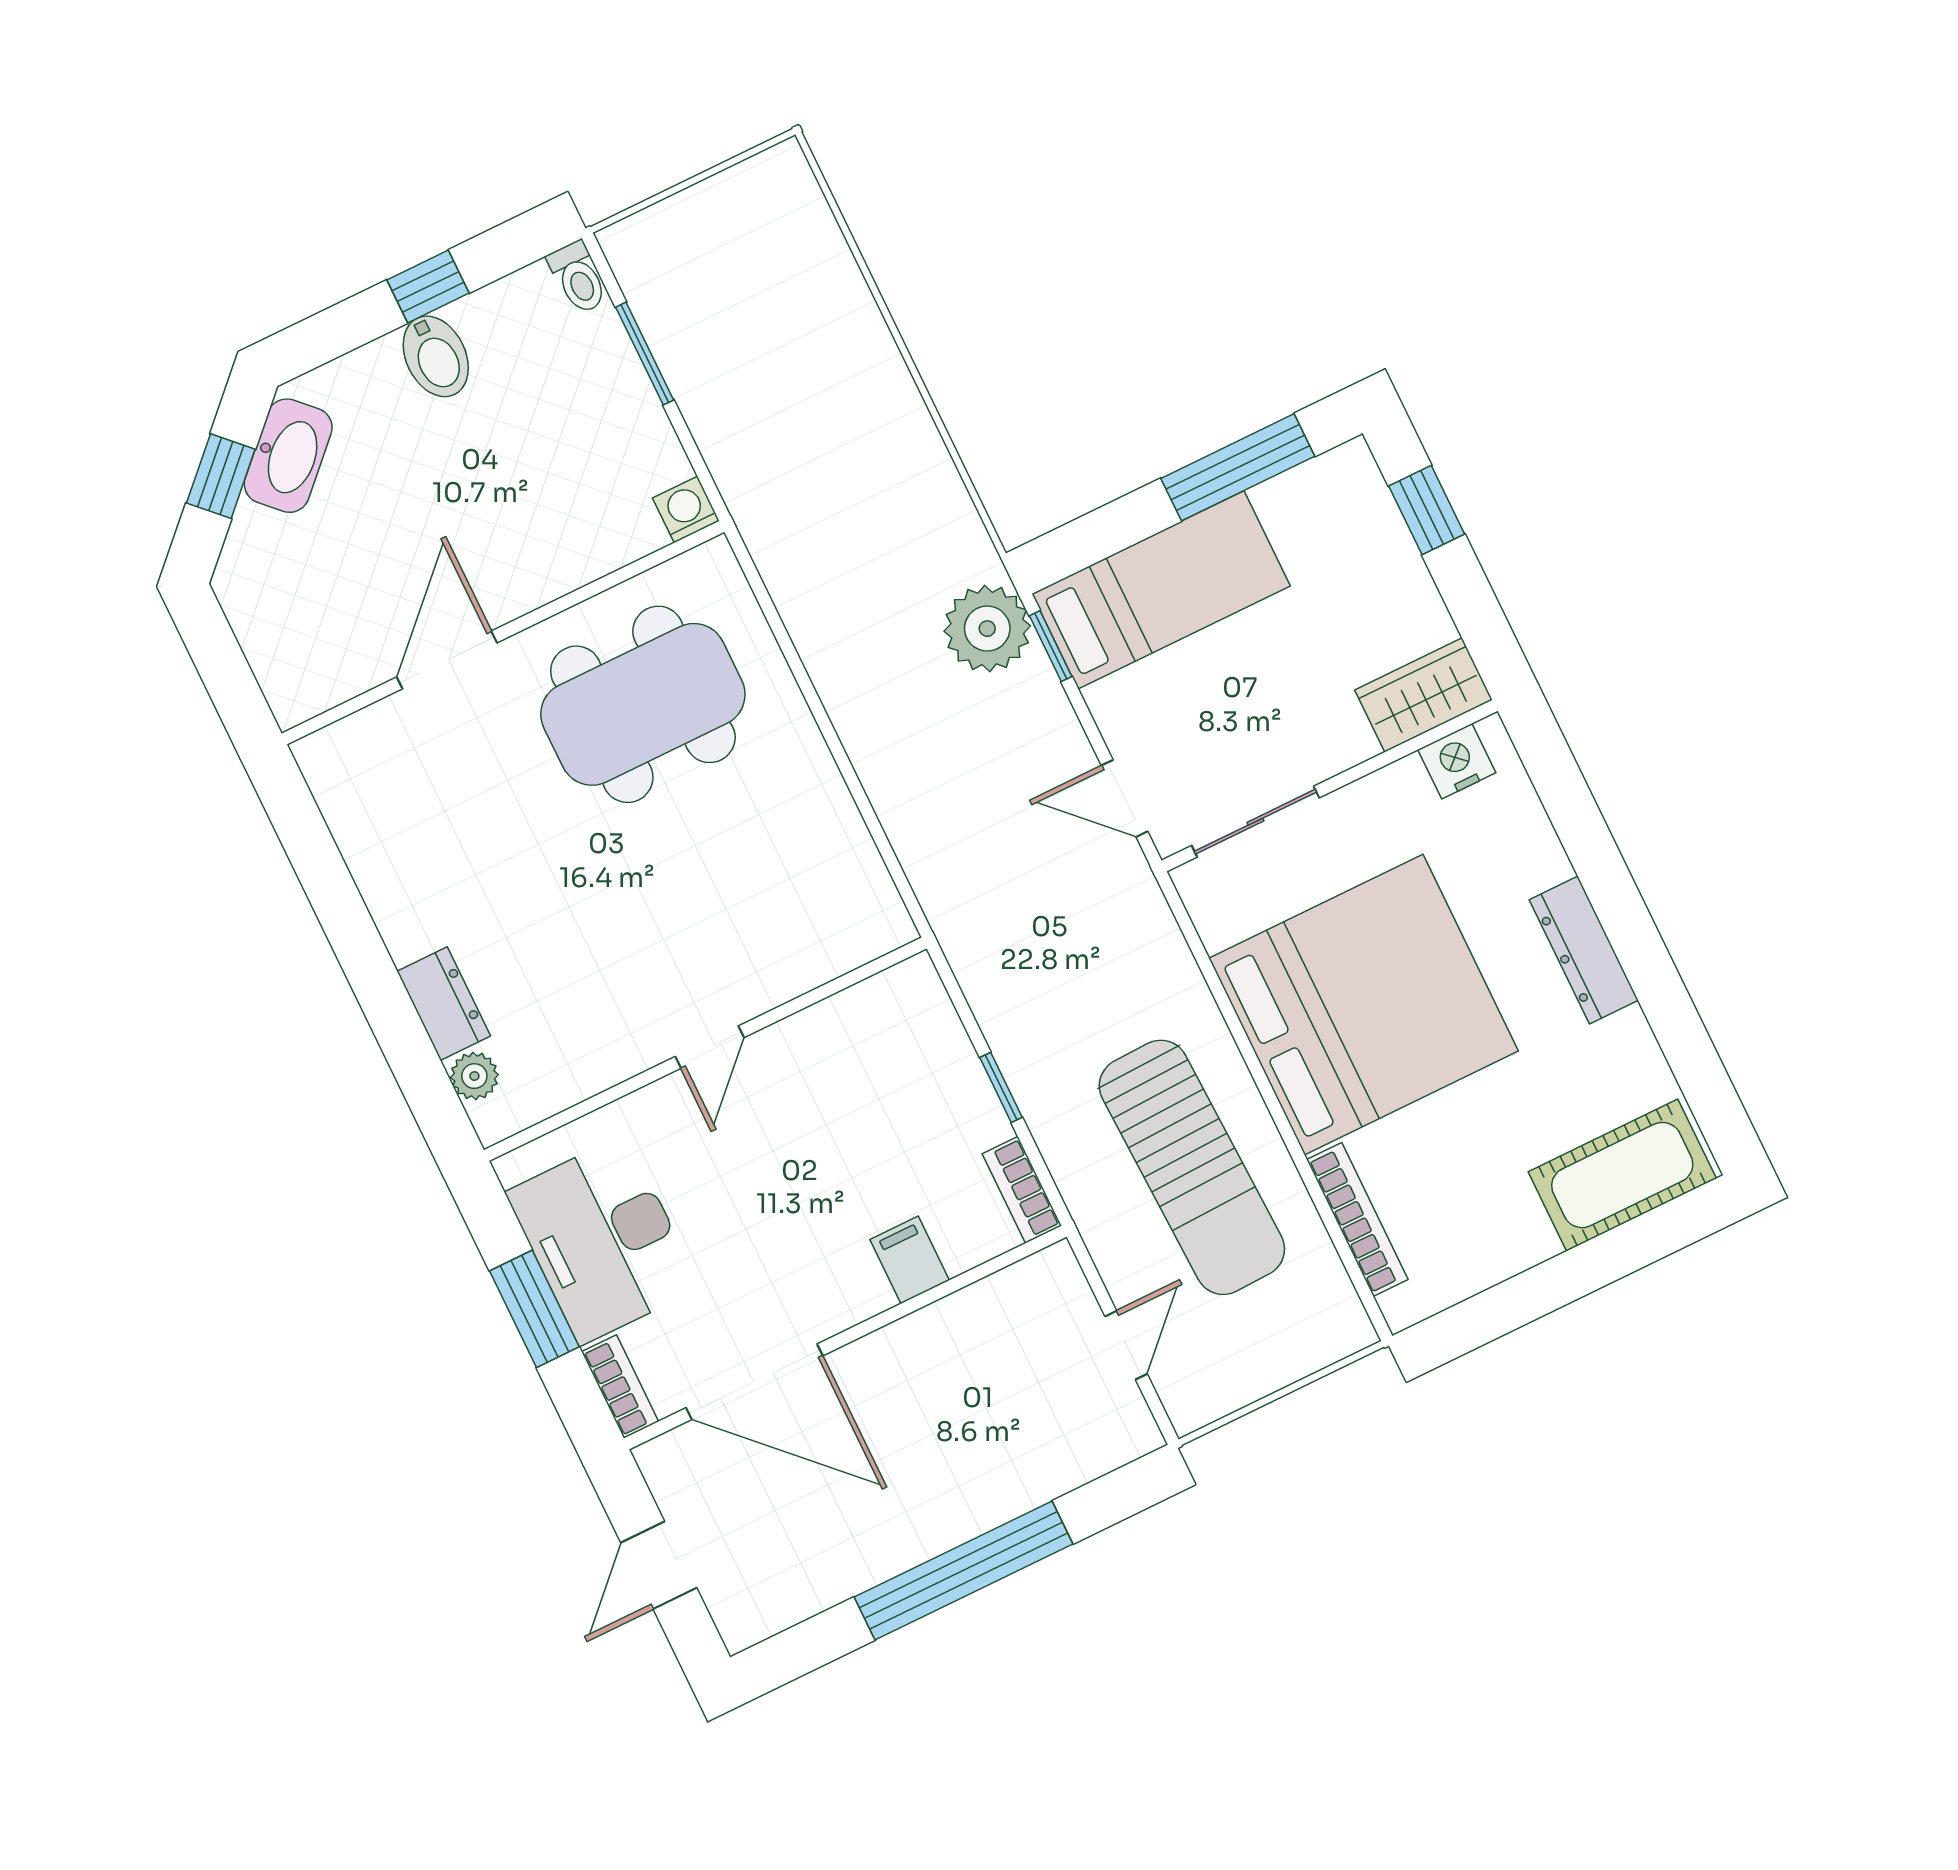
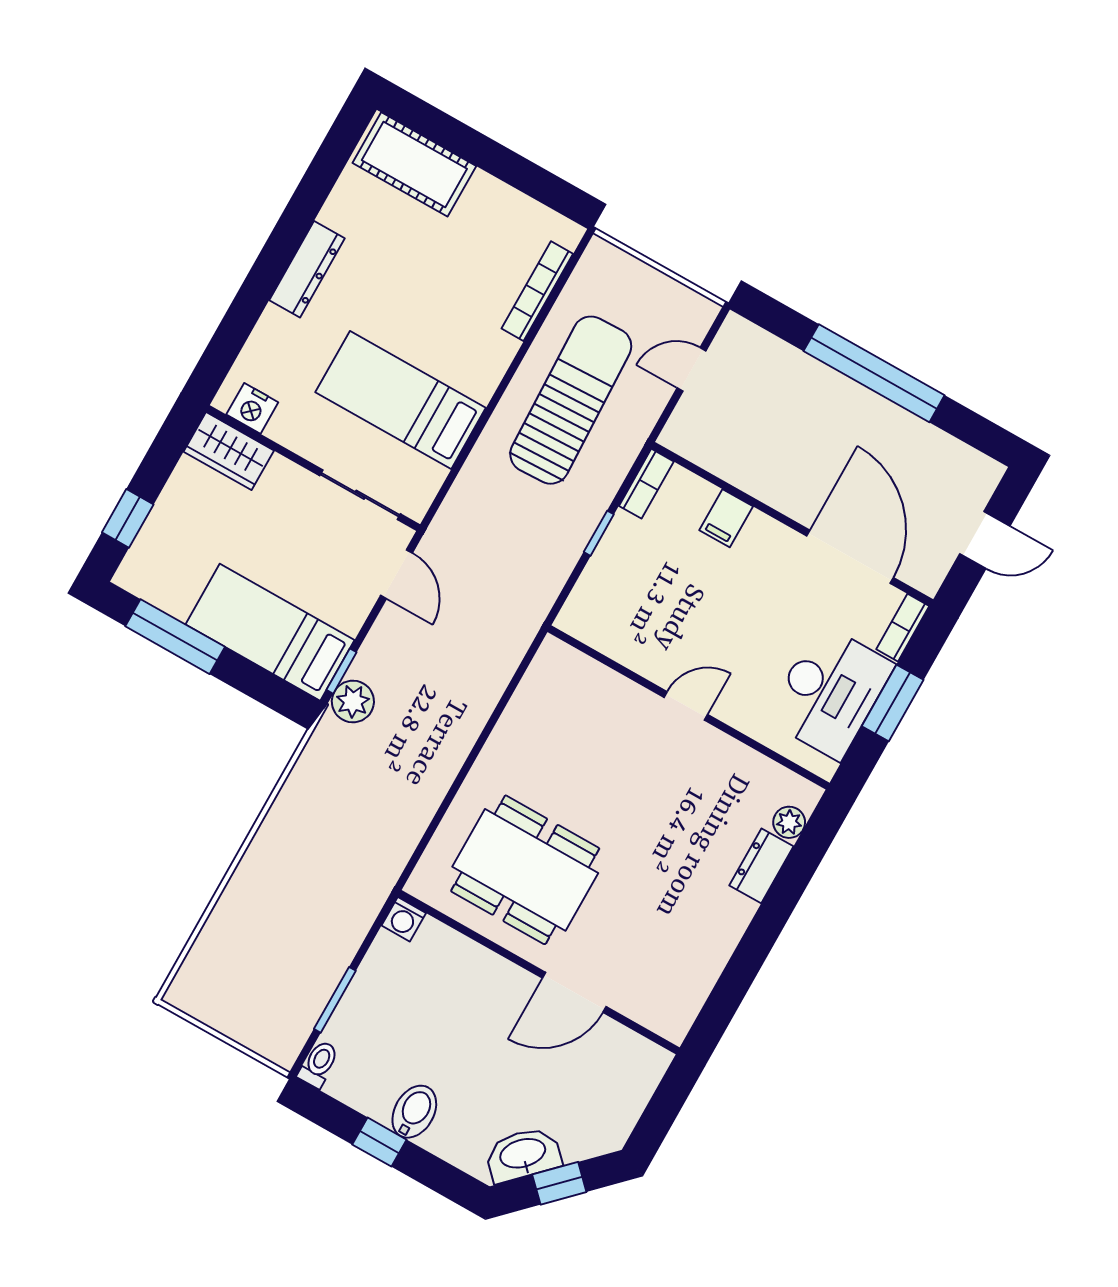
plant: (987, 629) -> (353, 701), width x0.73, depth x0.73
bed: (1364, 1005) -> (401, 400), width x0.49

